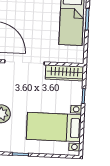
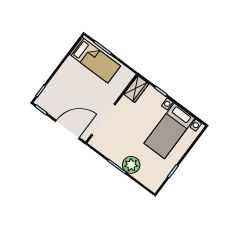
wardrobe: (64, 73) -> (136, 89), width x0.67

